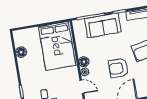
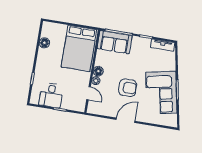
sofa: (103, 25) -> (115, 42), moved
armchair: (119, 68) -> (128, 88), turned 180

